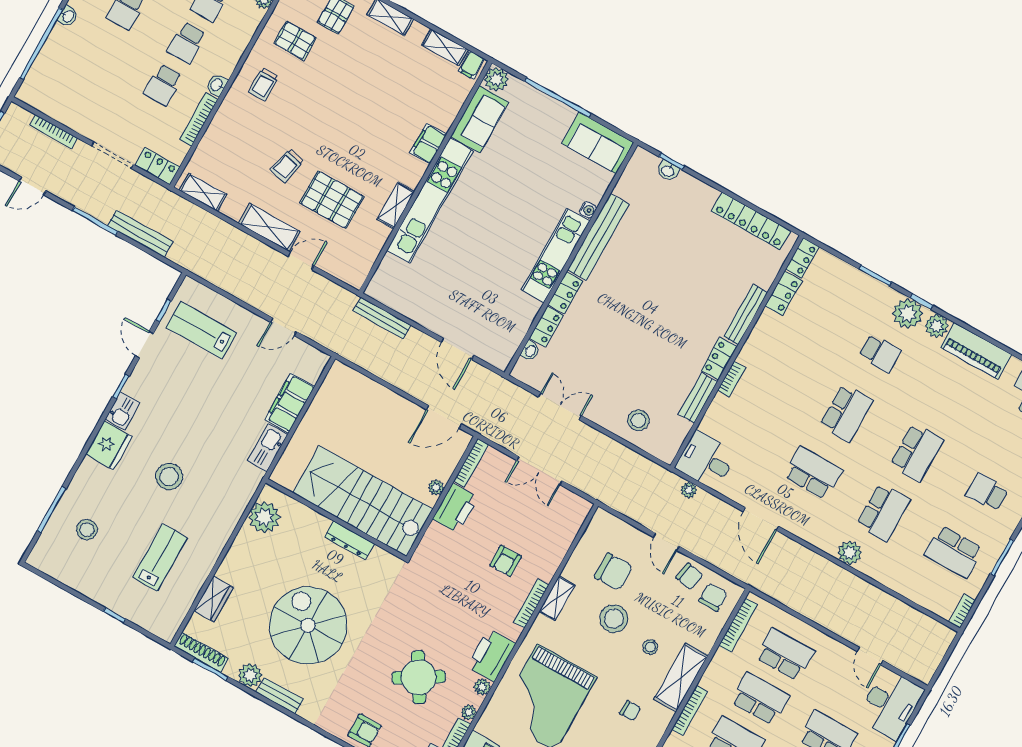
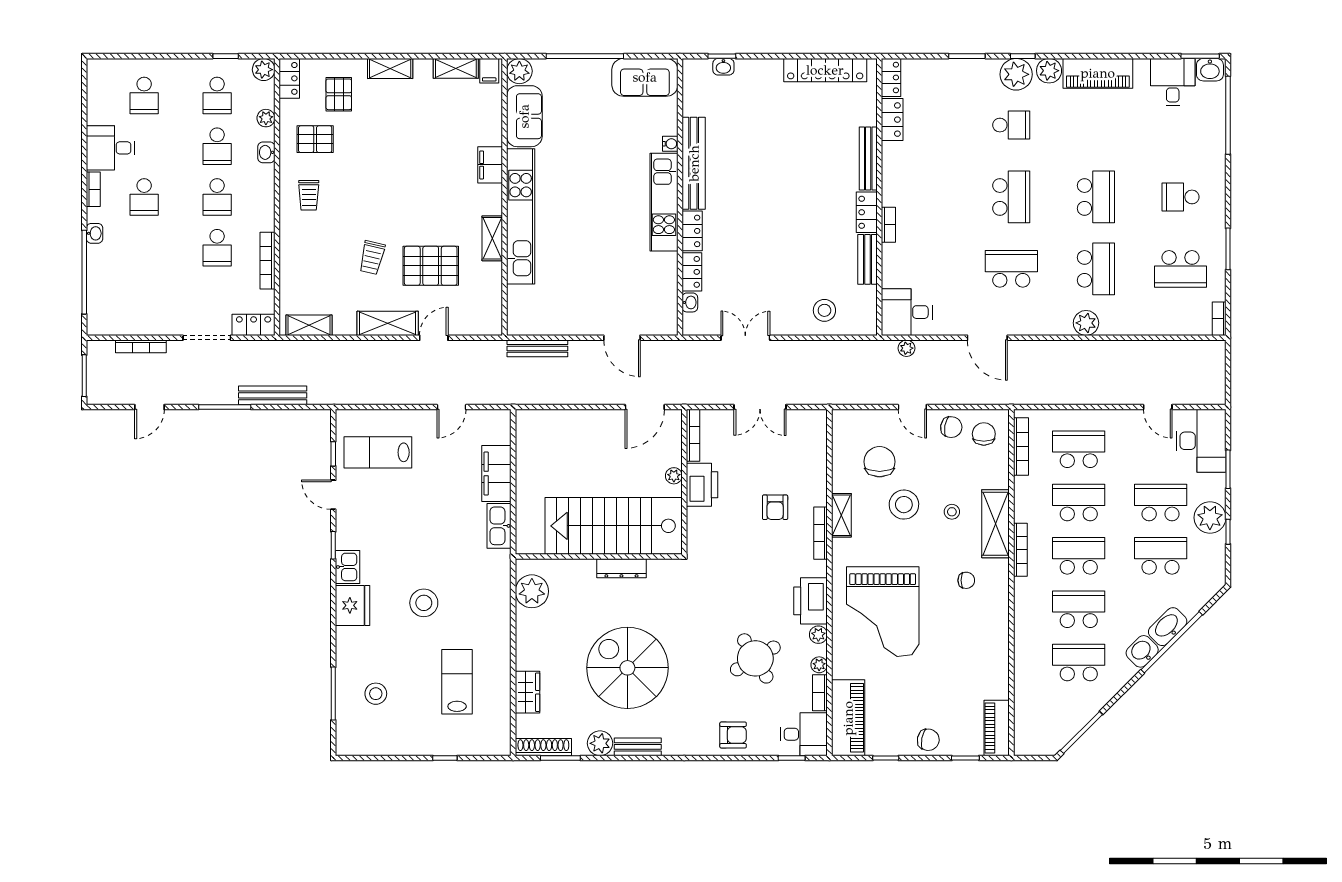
washbasin: (217, 85) -> (266, 152), moved
chair: (614, 572) -> (880, 462), turned -90

